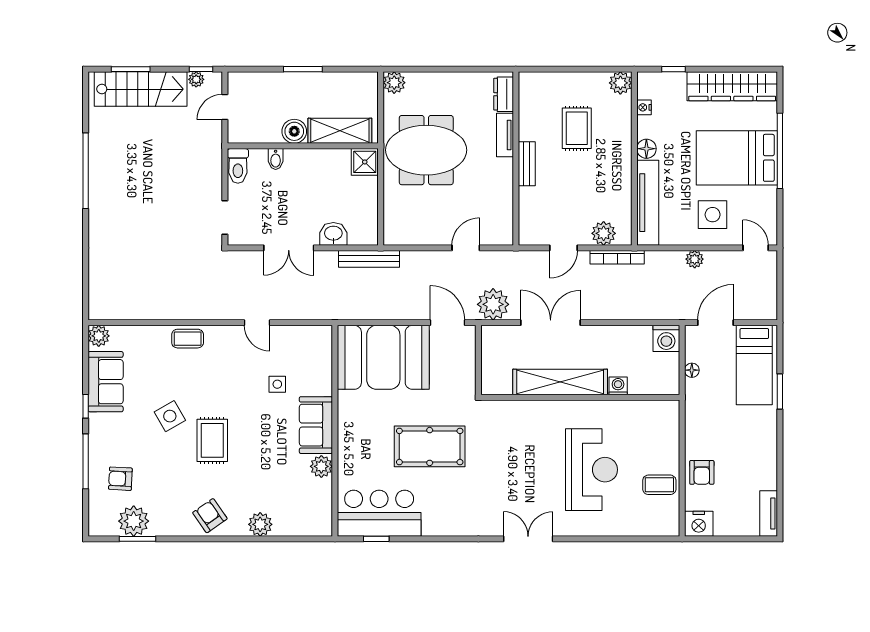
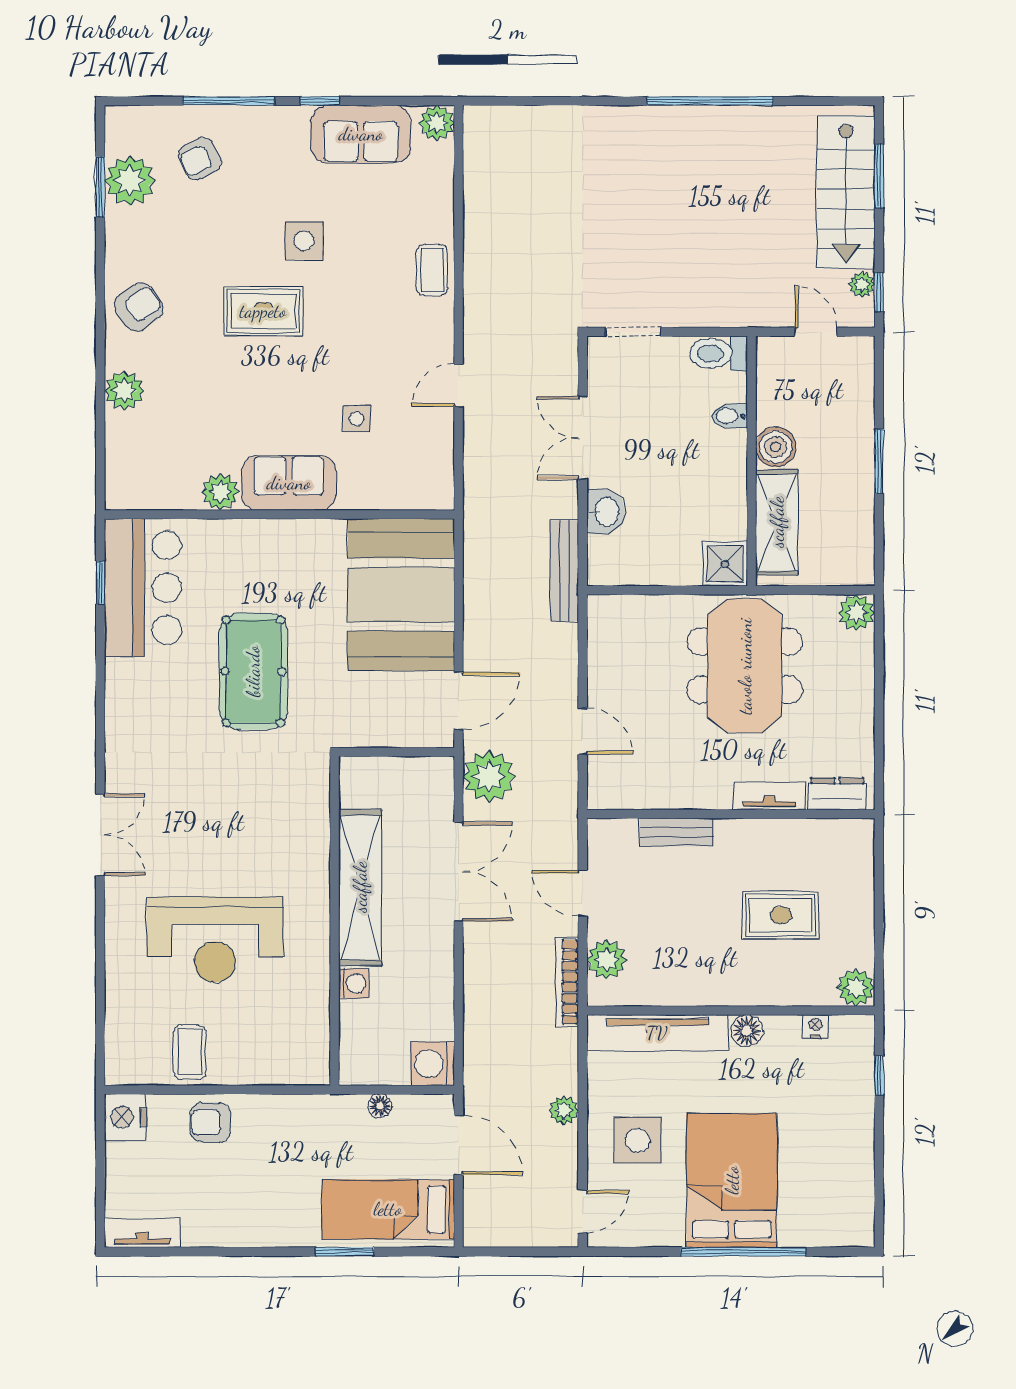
wardrobe: (732, 86) -> (851, 1173), removed
bench: (527, 164) -> (676, 832), moved
side table: (170, 416) -> (304, 241), turned 30
armchair: (120, 479) -> (200, 159), turned -120

